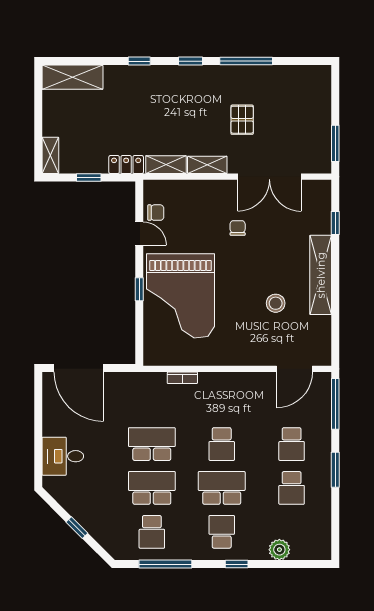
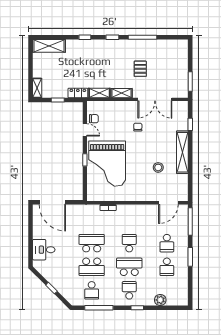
school desk: (222, 444) -> (129, 243), turned 180
school desk: (152, 488) -> (92, 267), turned 180

